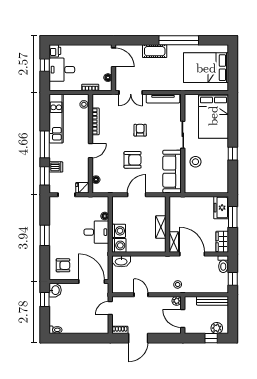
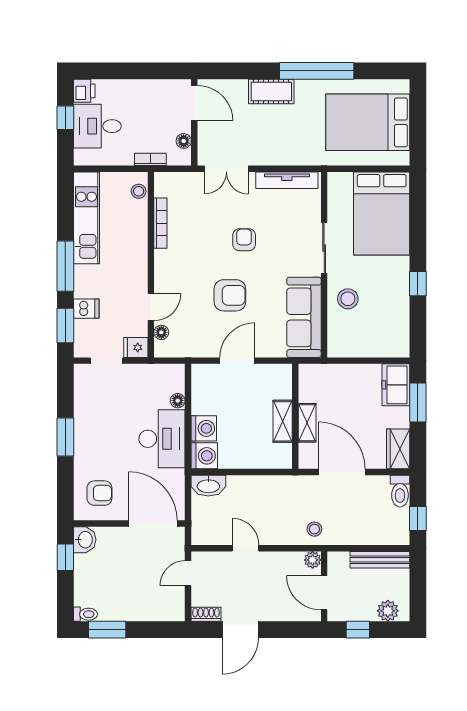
door: (90, 151) -> (151, 307), moved
desk: (96, 232) -> (162, 439), width x1.37
shelving: (174, 242) -> (307, 423), moved
window: (67, 338) -> (107, 630), added
window: (211, 338) -> (358, 630), moved

